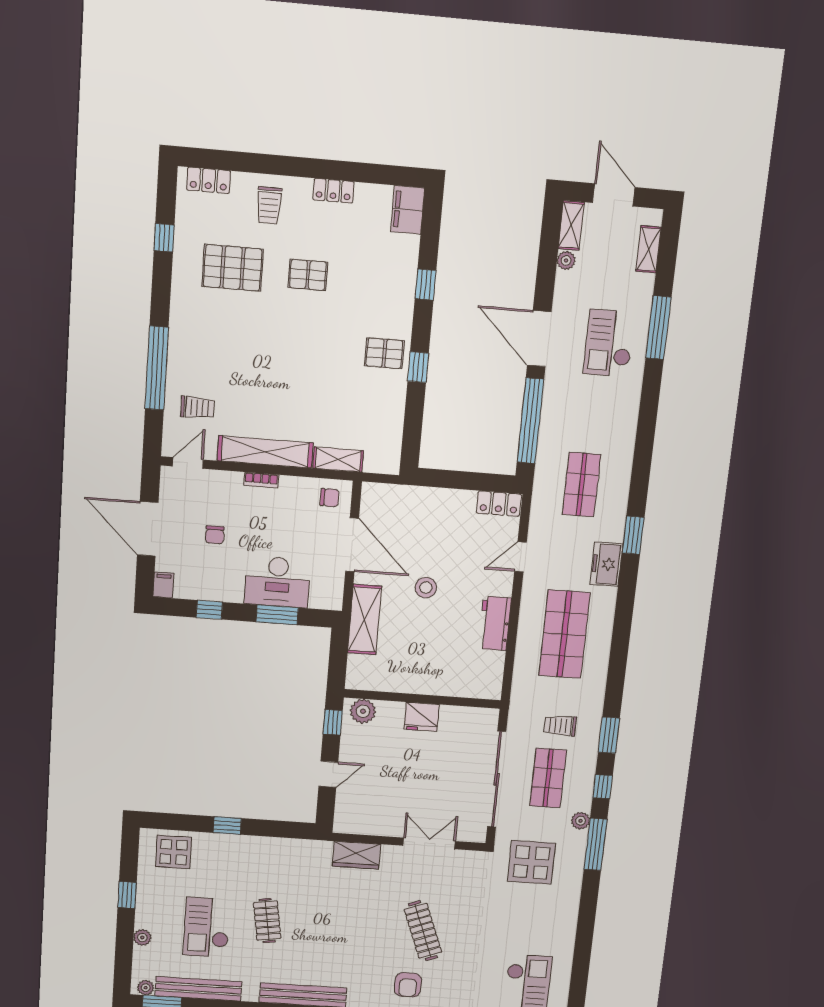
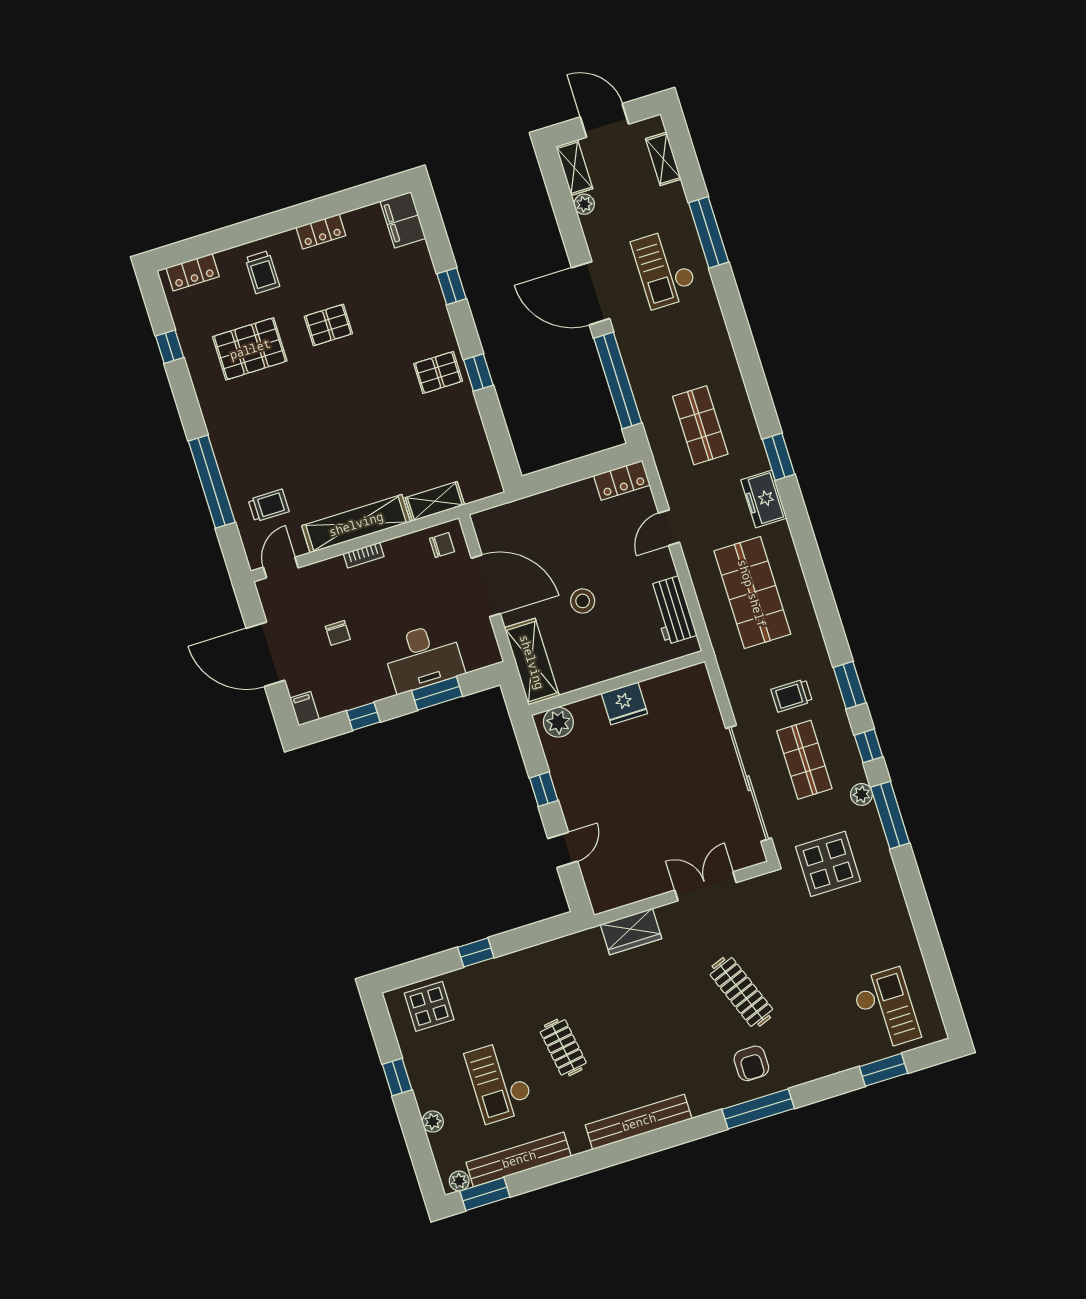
wall: (422, 699) -> (617, 683), moved
plant: (363, 711) -> (558, 722), moved
fridge: (422, 717) -> (624, 703), moved

